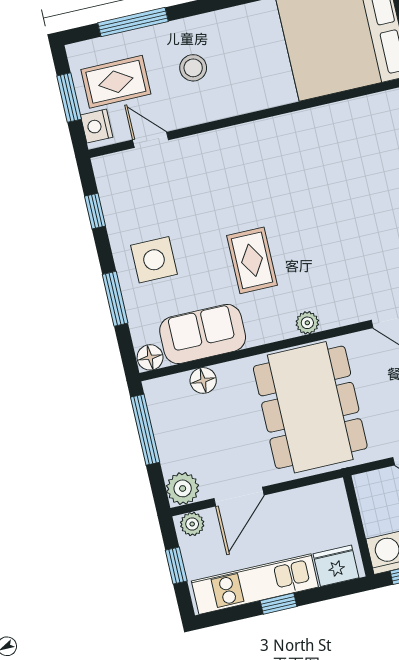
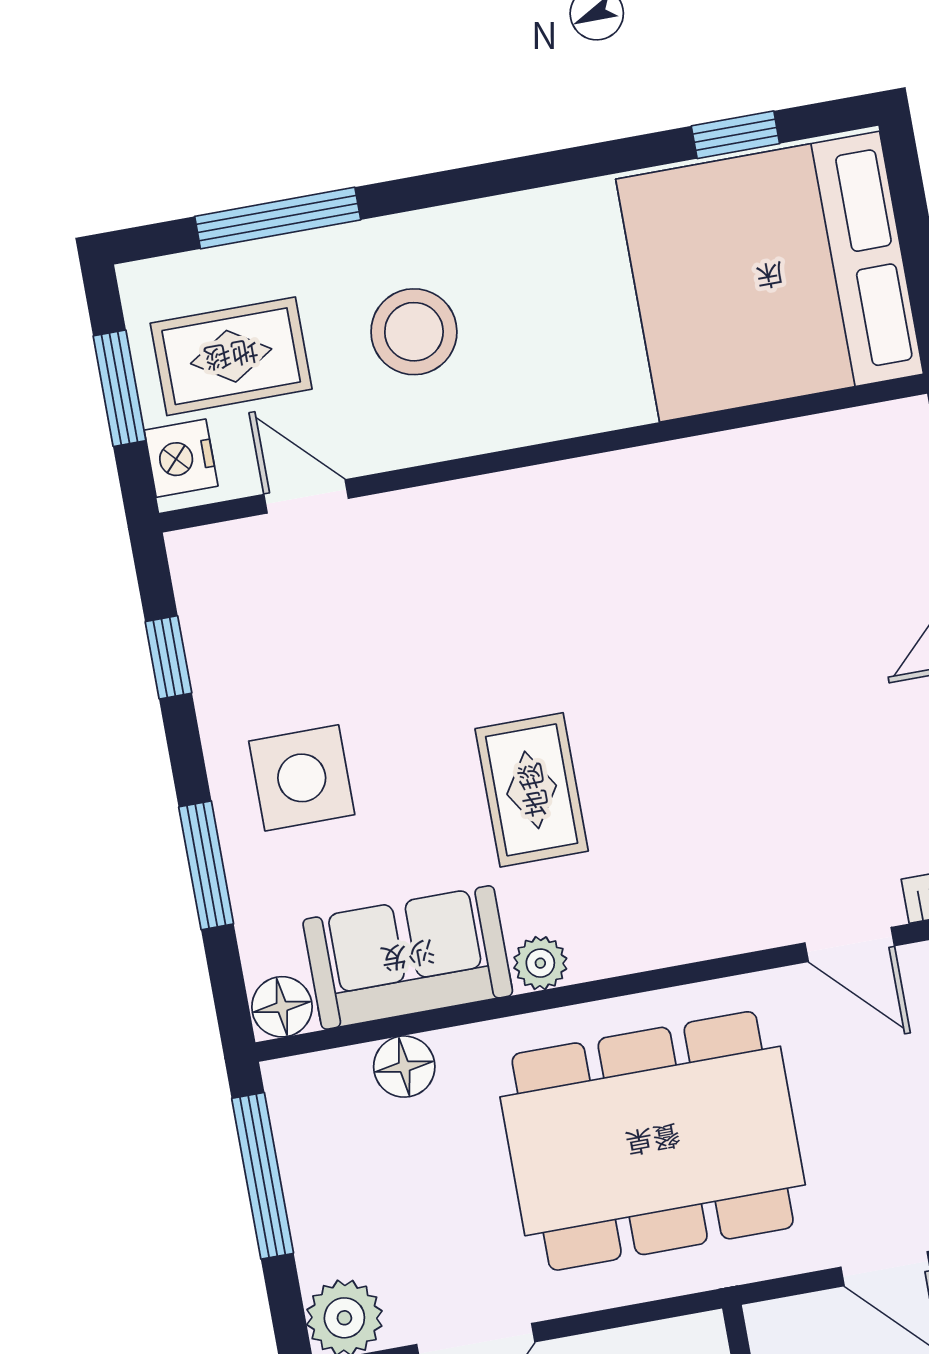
stool: (193, 68) -> (414, 332), width x1.38, depth x1.38
plant: (307, 323) -> (540, 963), moved
dining table: (310, 407) -> (653, 1141), turned 90

